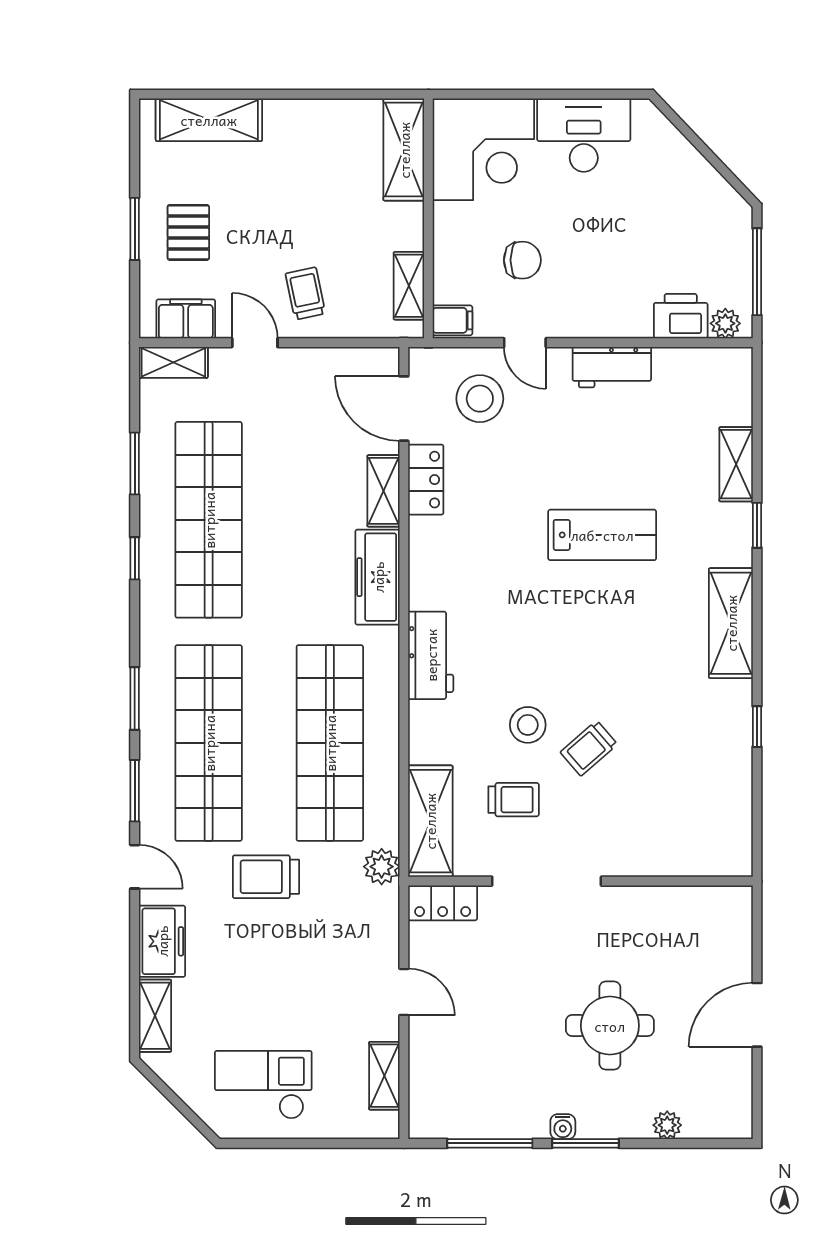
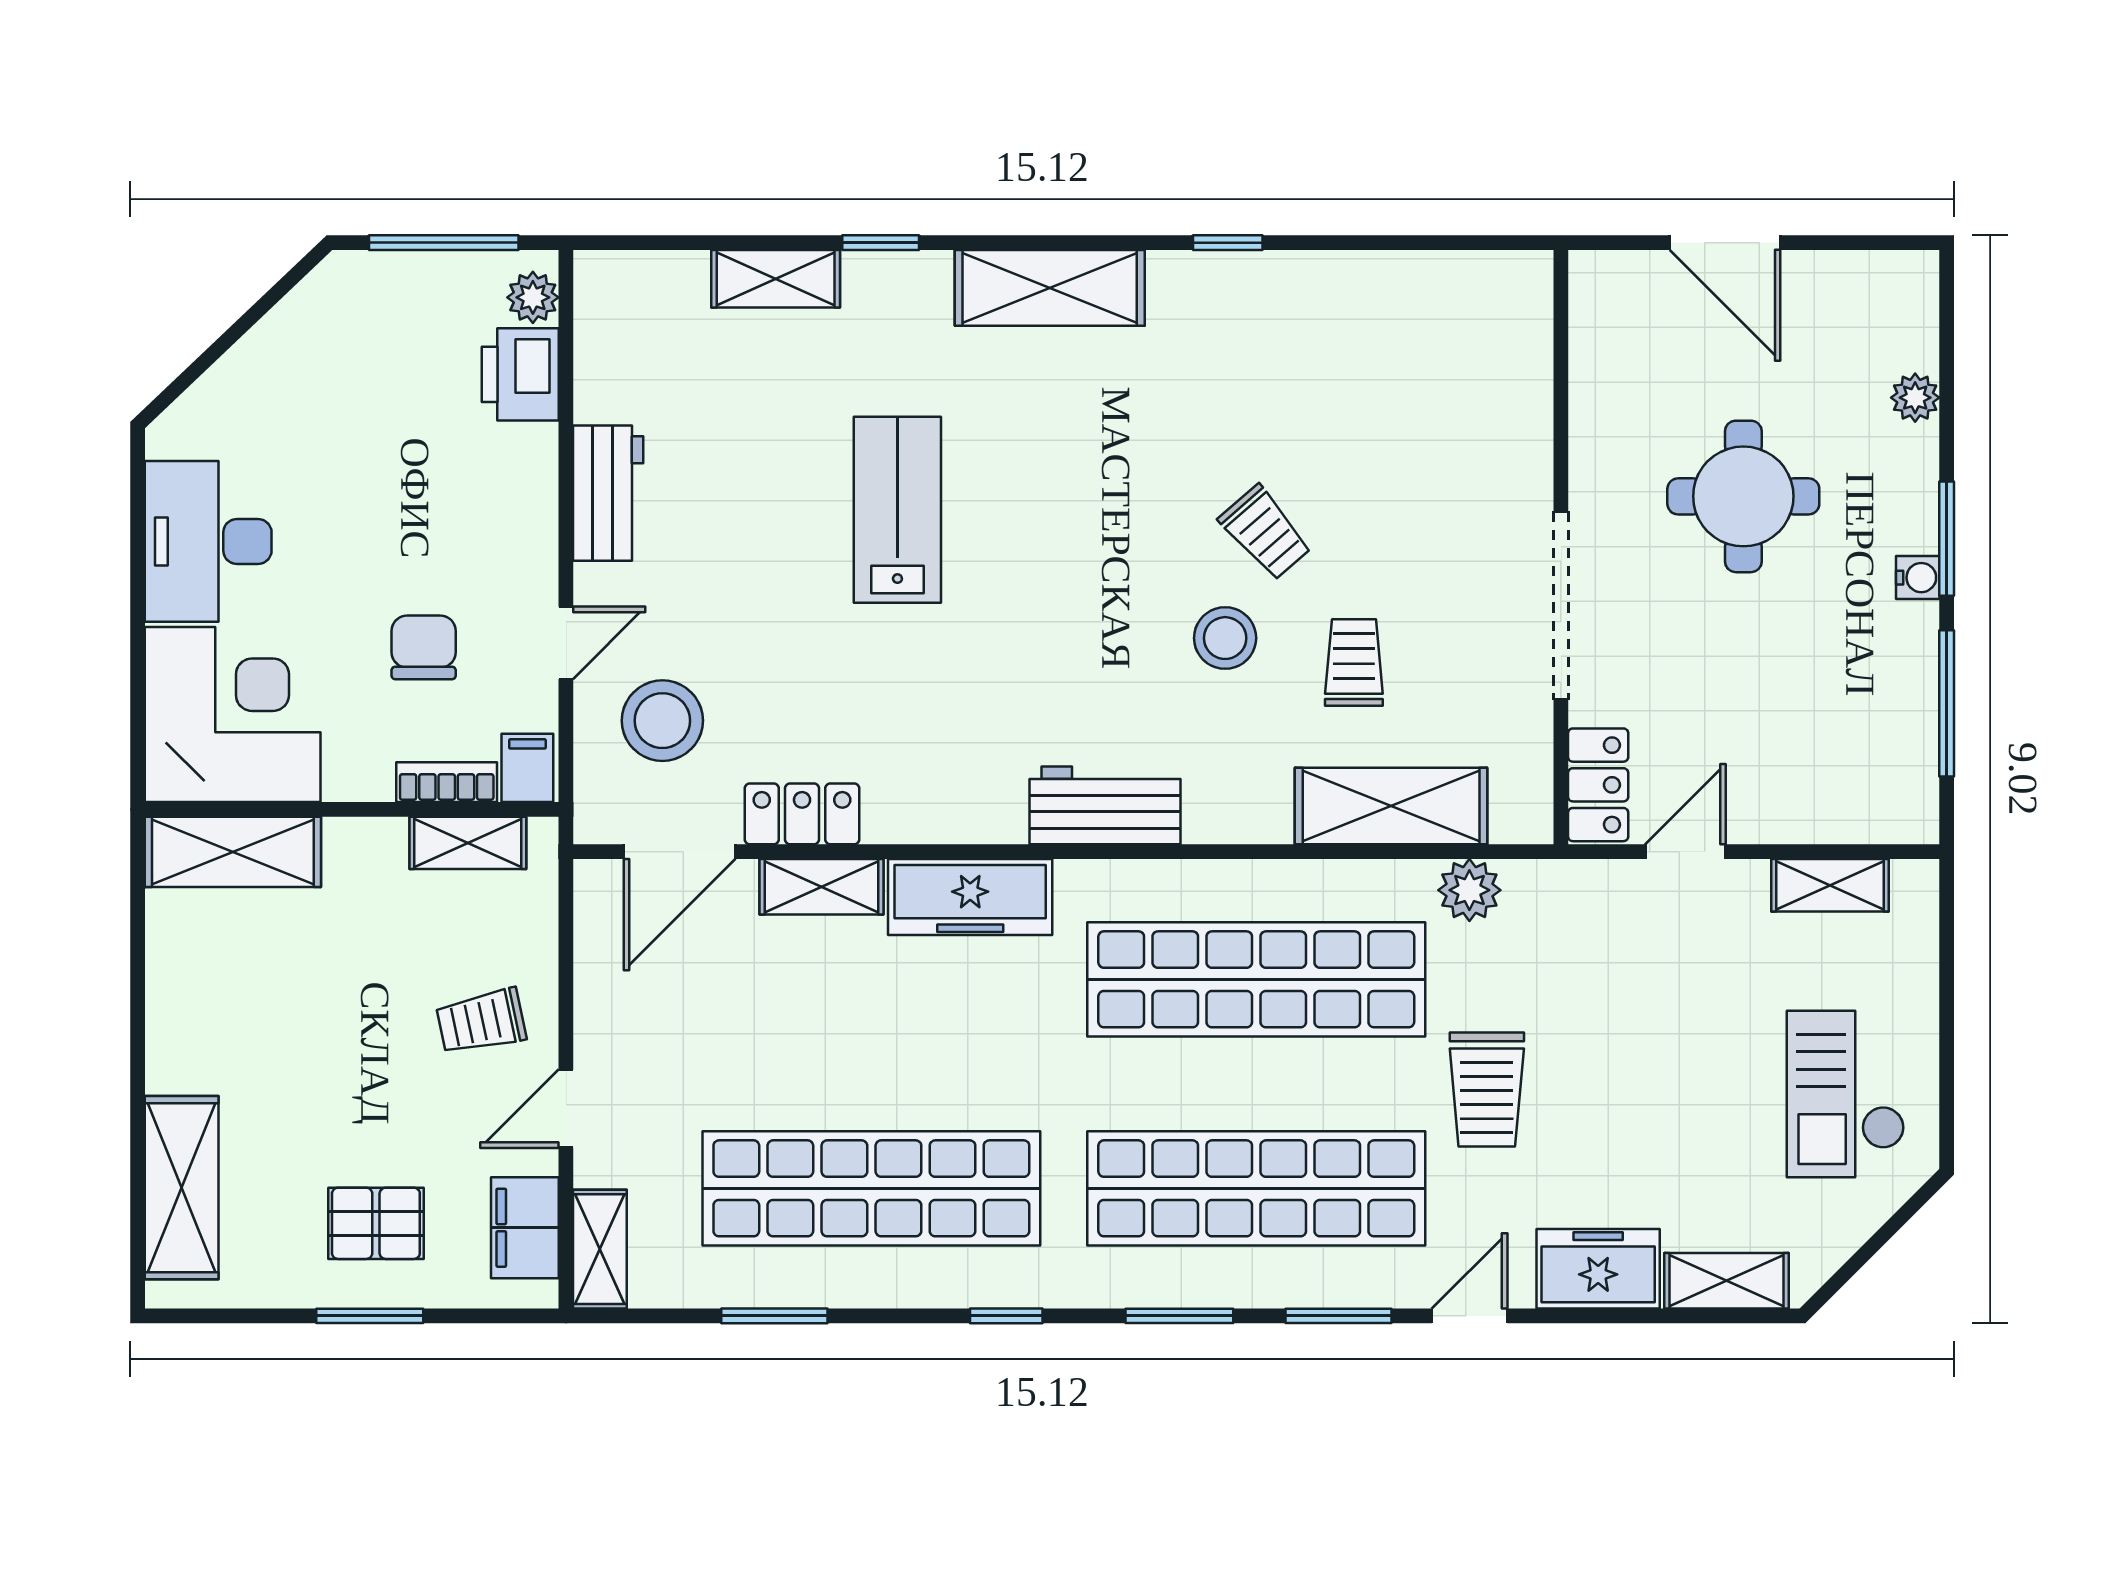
bookcase: (444, 273) -> (447, 782), added
window: (135, 558) -> (1006, 1316), moved
doorway: (547, 881) -> (1561, 606), moved
wall: (580, 881) -> (1561, 547), moved
locker: (443, 903) -> (1598, 785), moved

